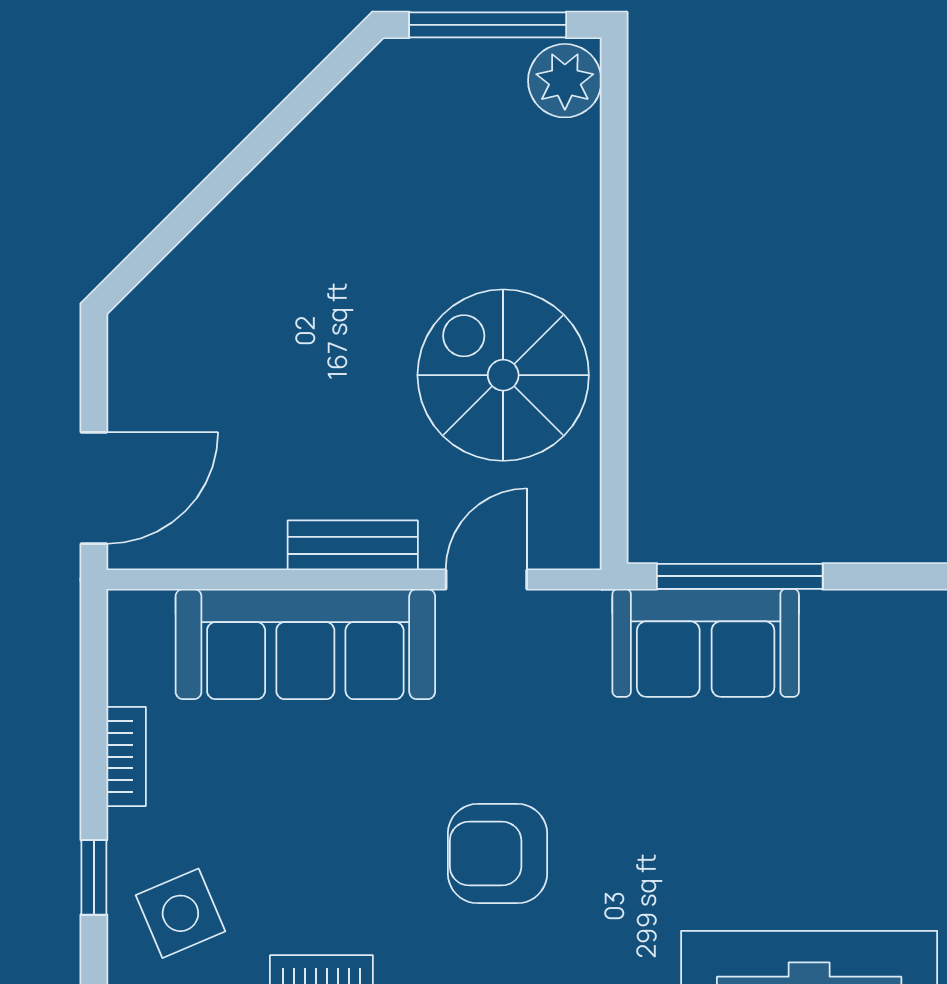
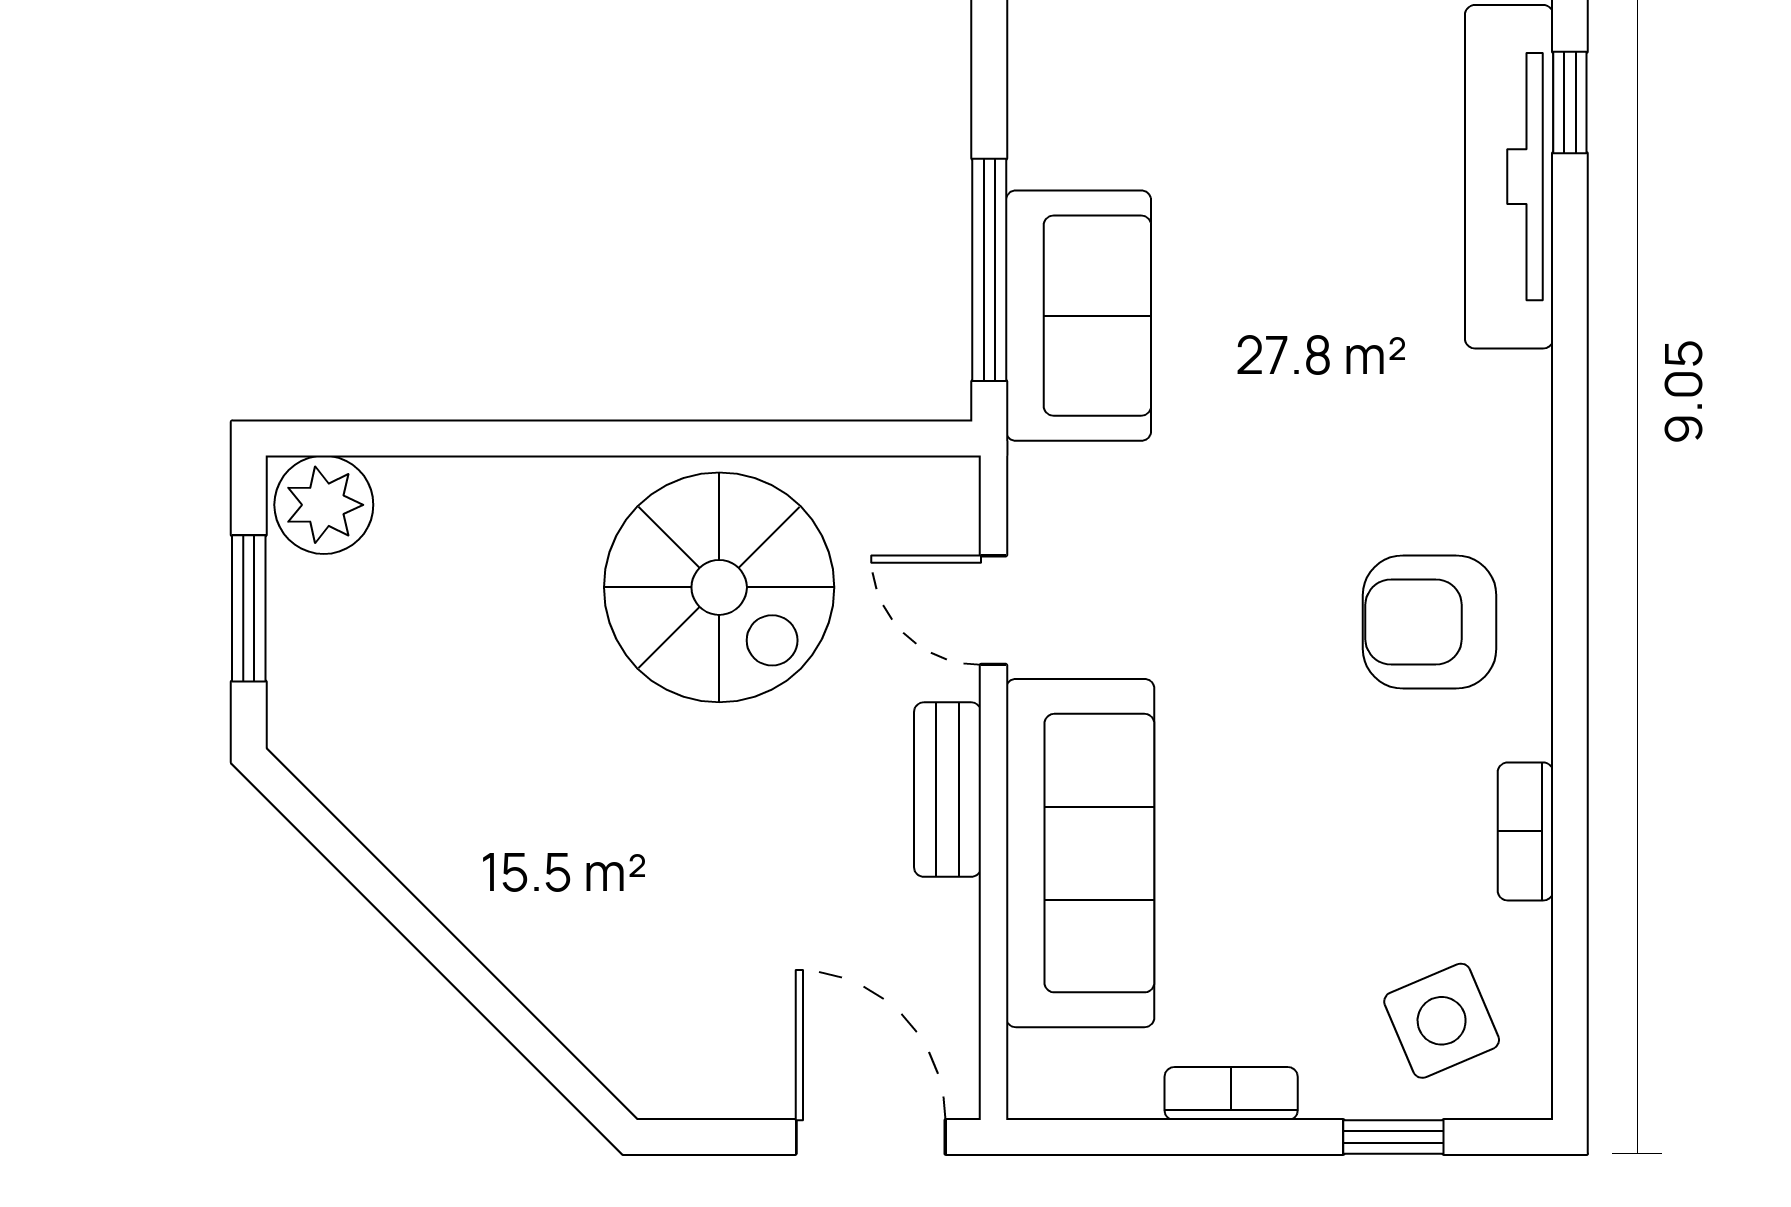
window: (488, 25) -> (249, 608), width x0.69
spiral stairs: (503, 375) -> (719, 587), turned -90
armchair: (497, 854) -> (1430, 622), moved, turned 90

